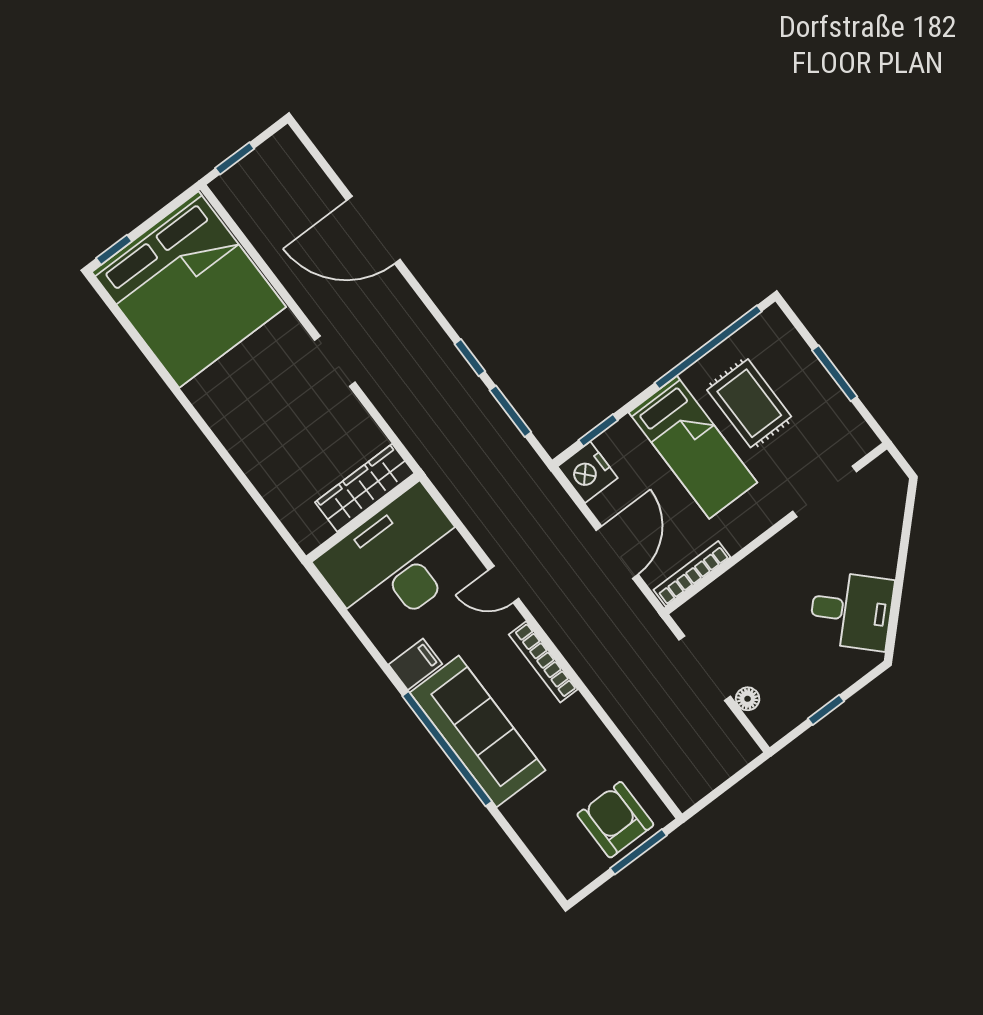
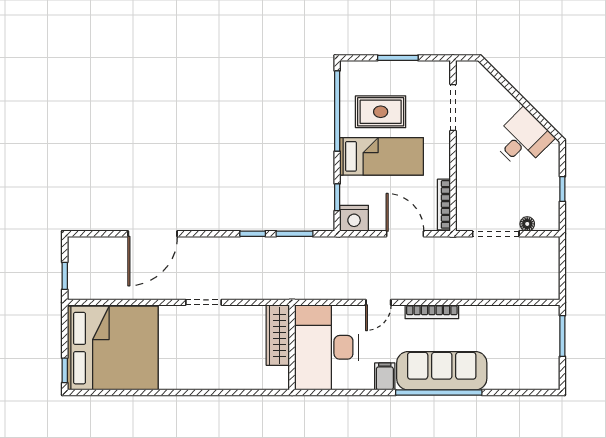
armchair: (615, 820) -> (538, 335), removed

